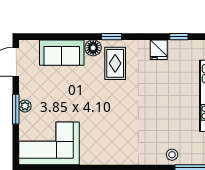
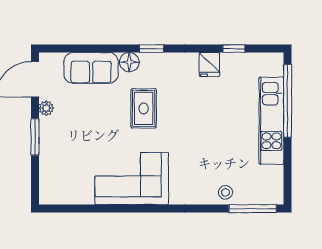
rug: (115, 63) -> (144, 108), moved
plant: (25, 106) -> (46, 108), moved
corner sofa: (49, 143) -> (132, 179), moved

